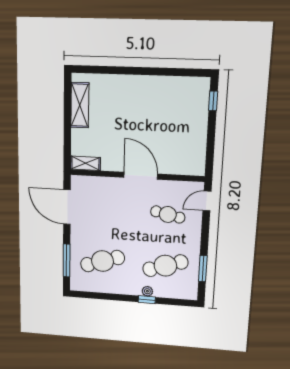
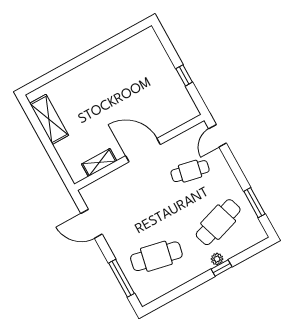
window: (213, 101) -> (184, 75), moved
shelving: (85, 163) -> (99, 163), moved
door: (67, 207) -> (91, 224), width x0.73
cafe table: (102, 261) -> (156, 256), turned 30

